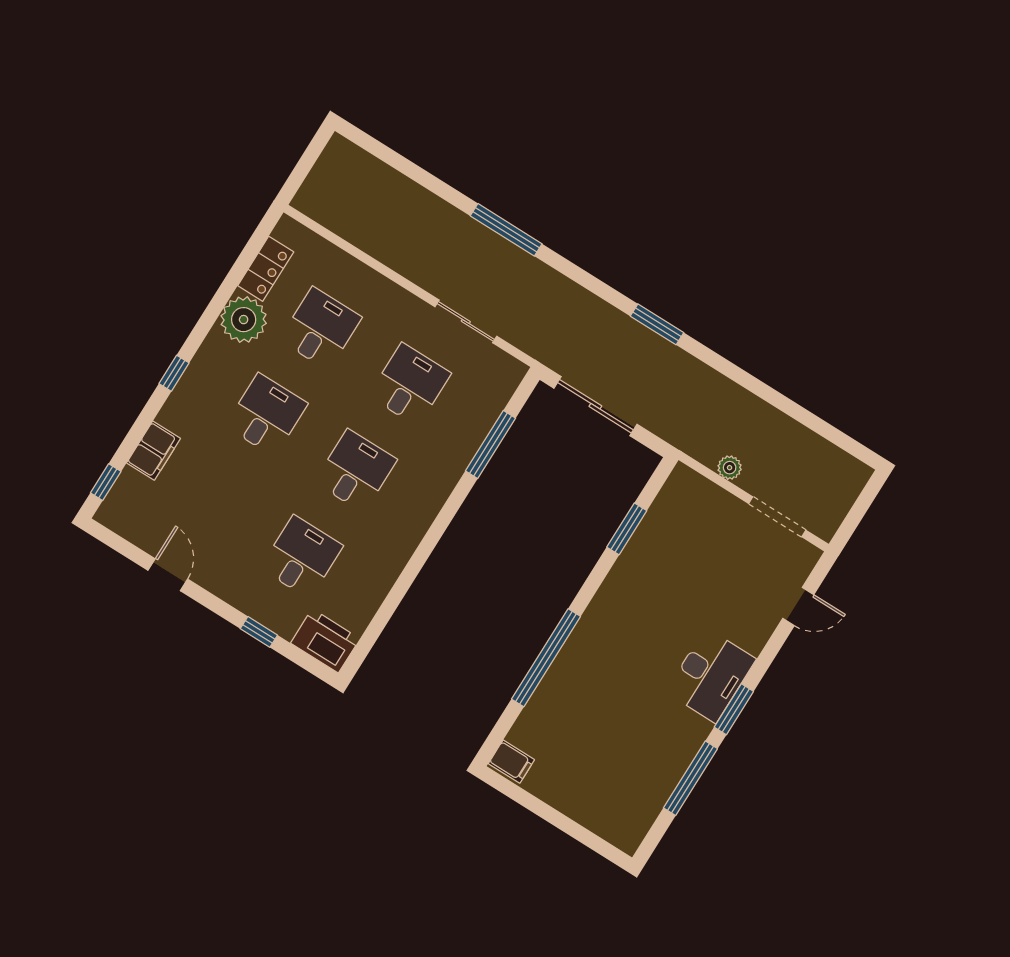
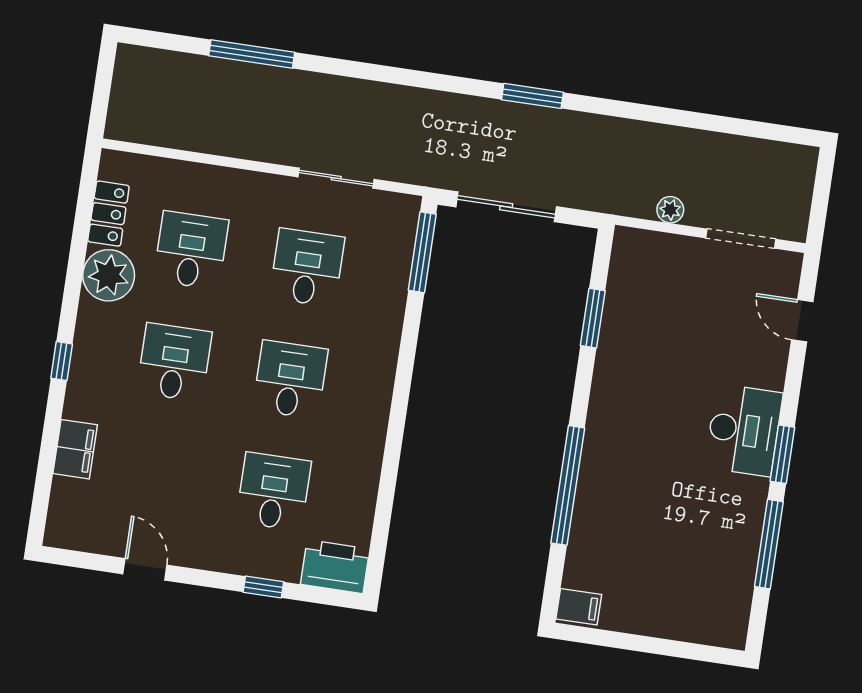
window: (506, 230) -> (252, 54), moved
window: (490, 445) -> (422, 252), moved
window: (106, 482) -> (40, 503), removed
door: (798, 607) -> (802, 321), swing flipped

